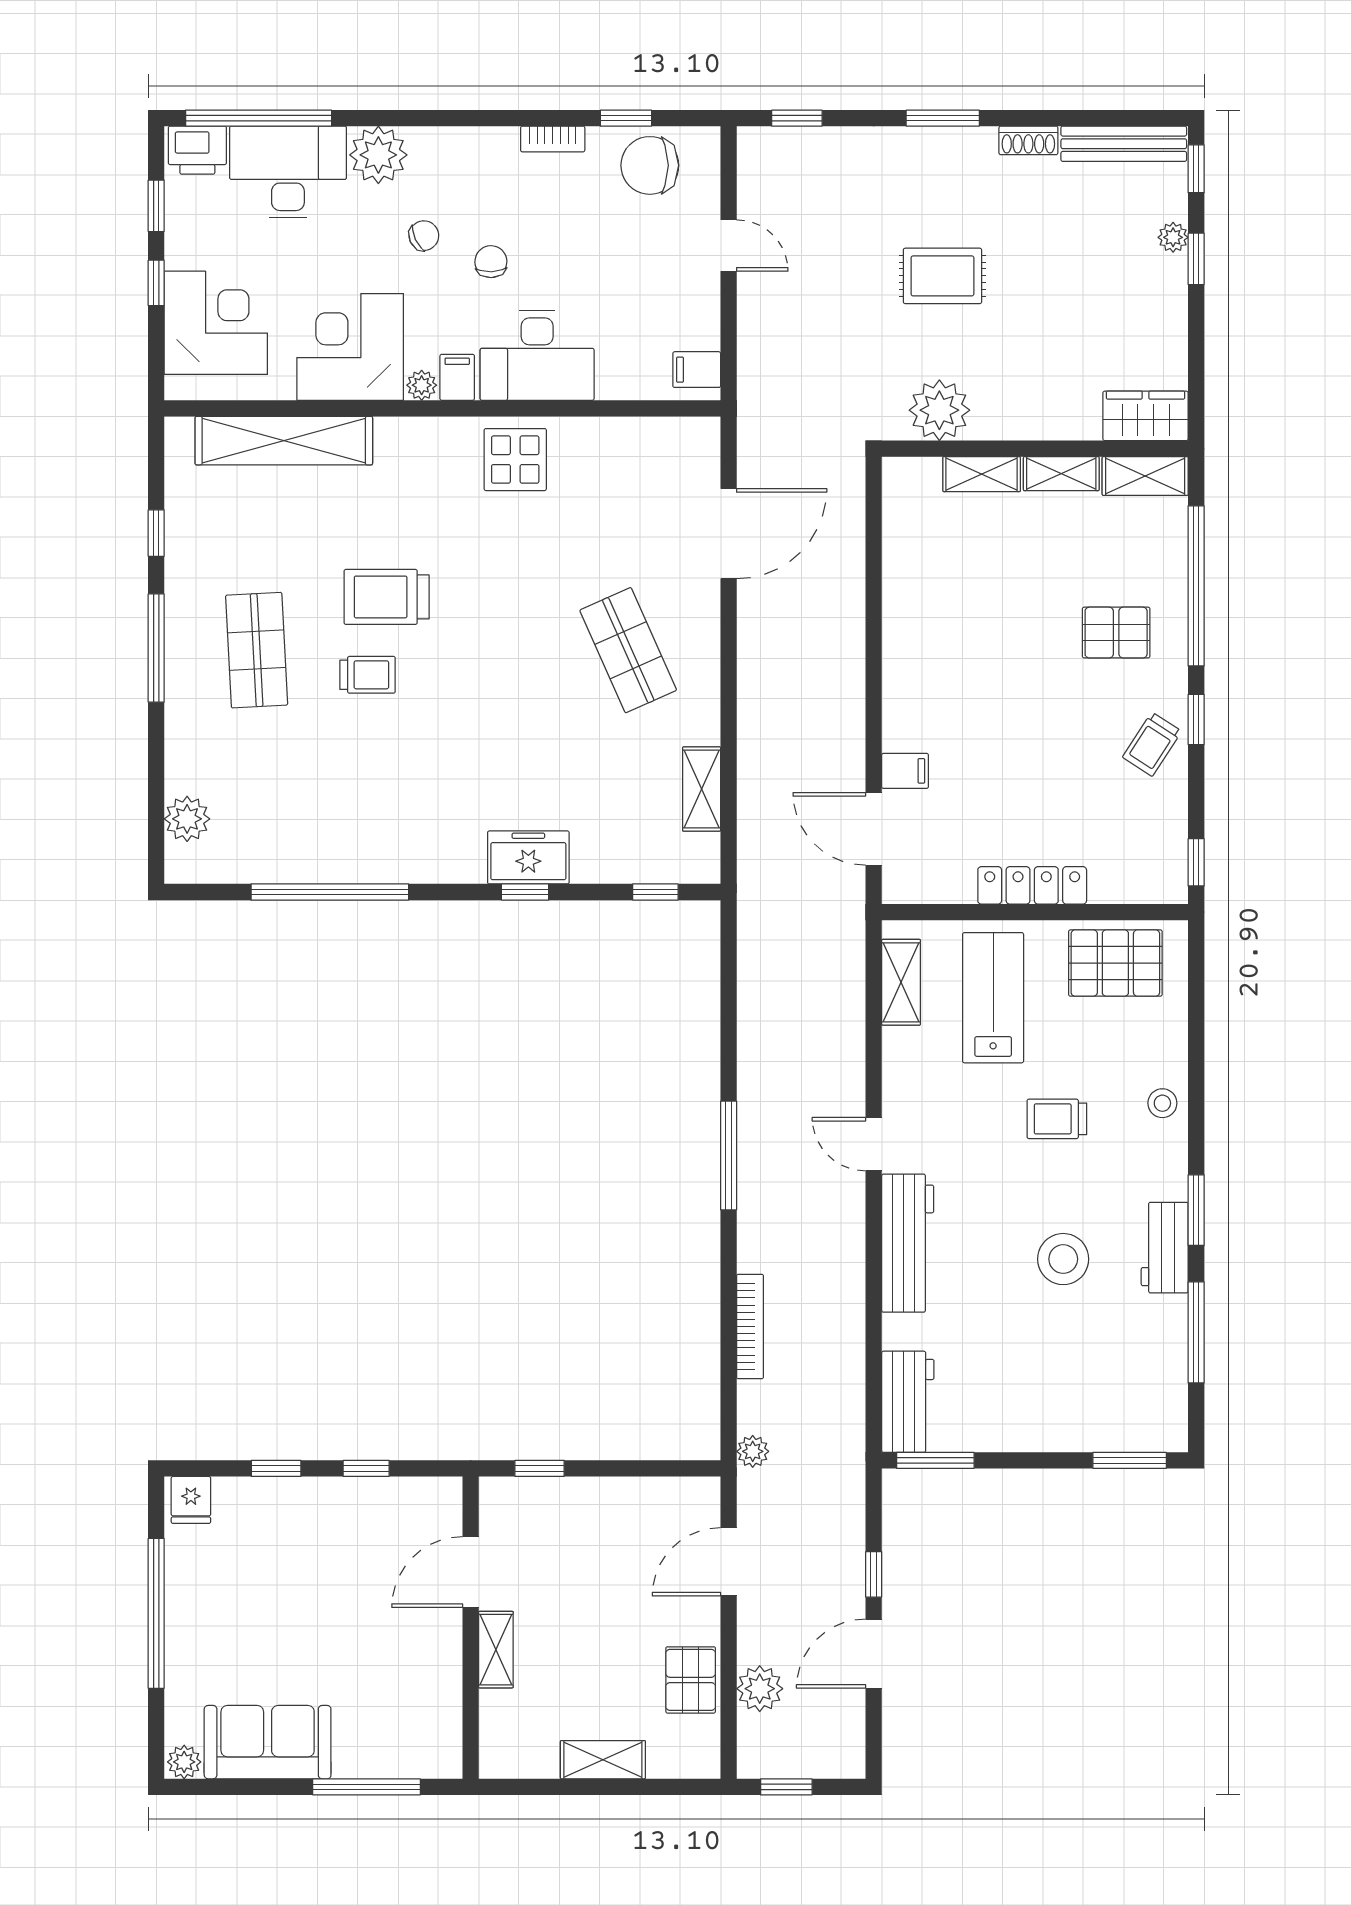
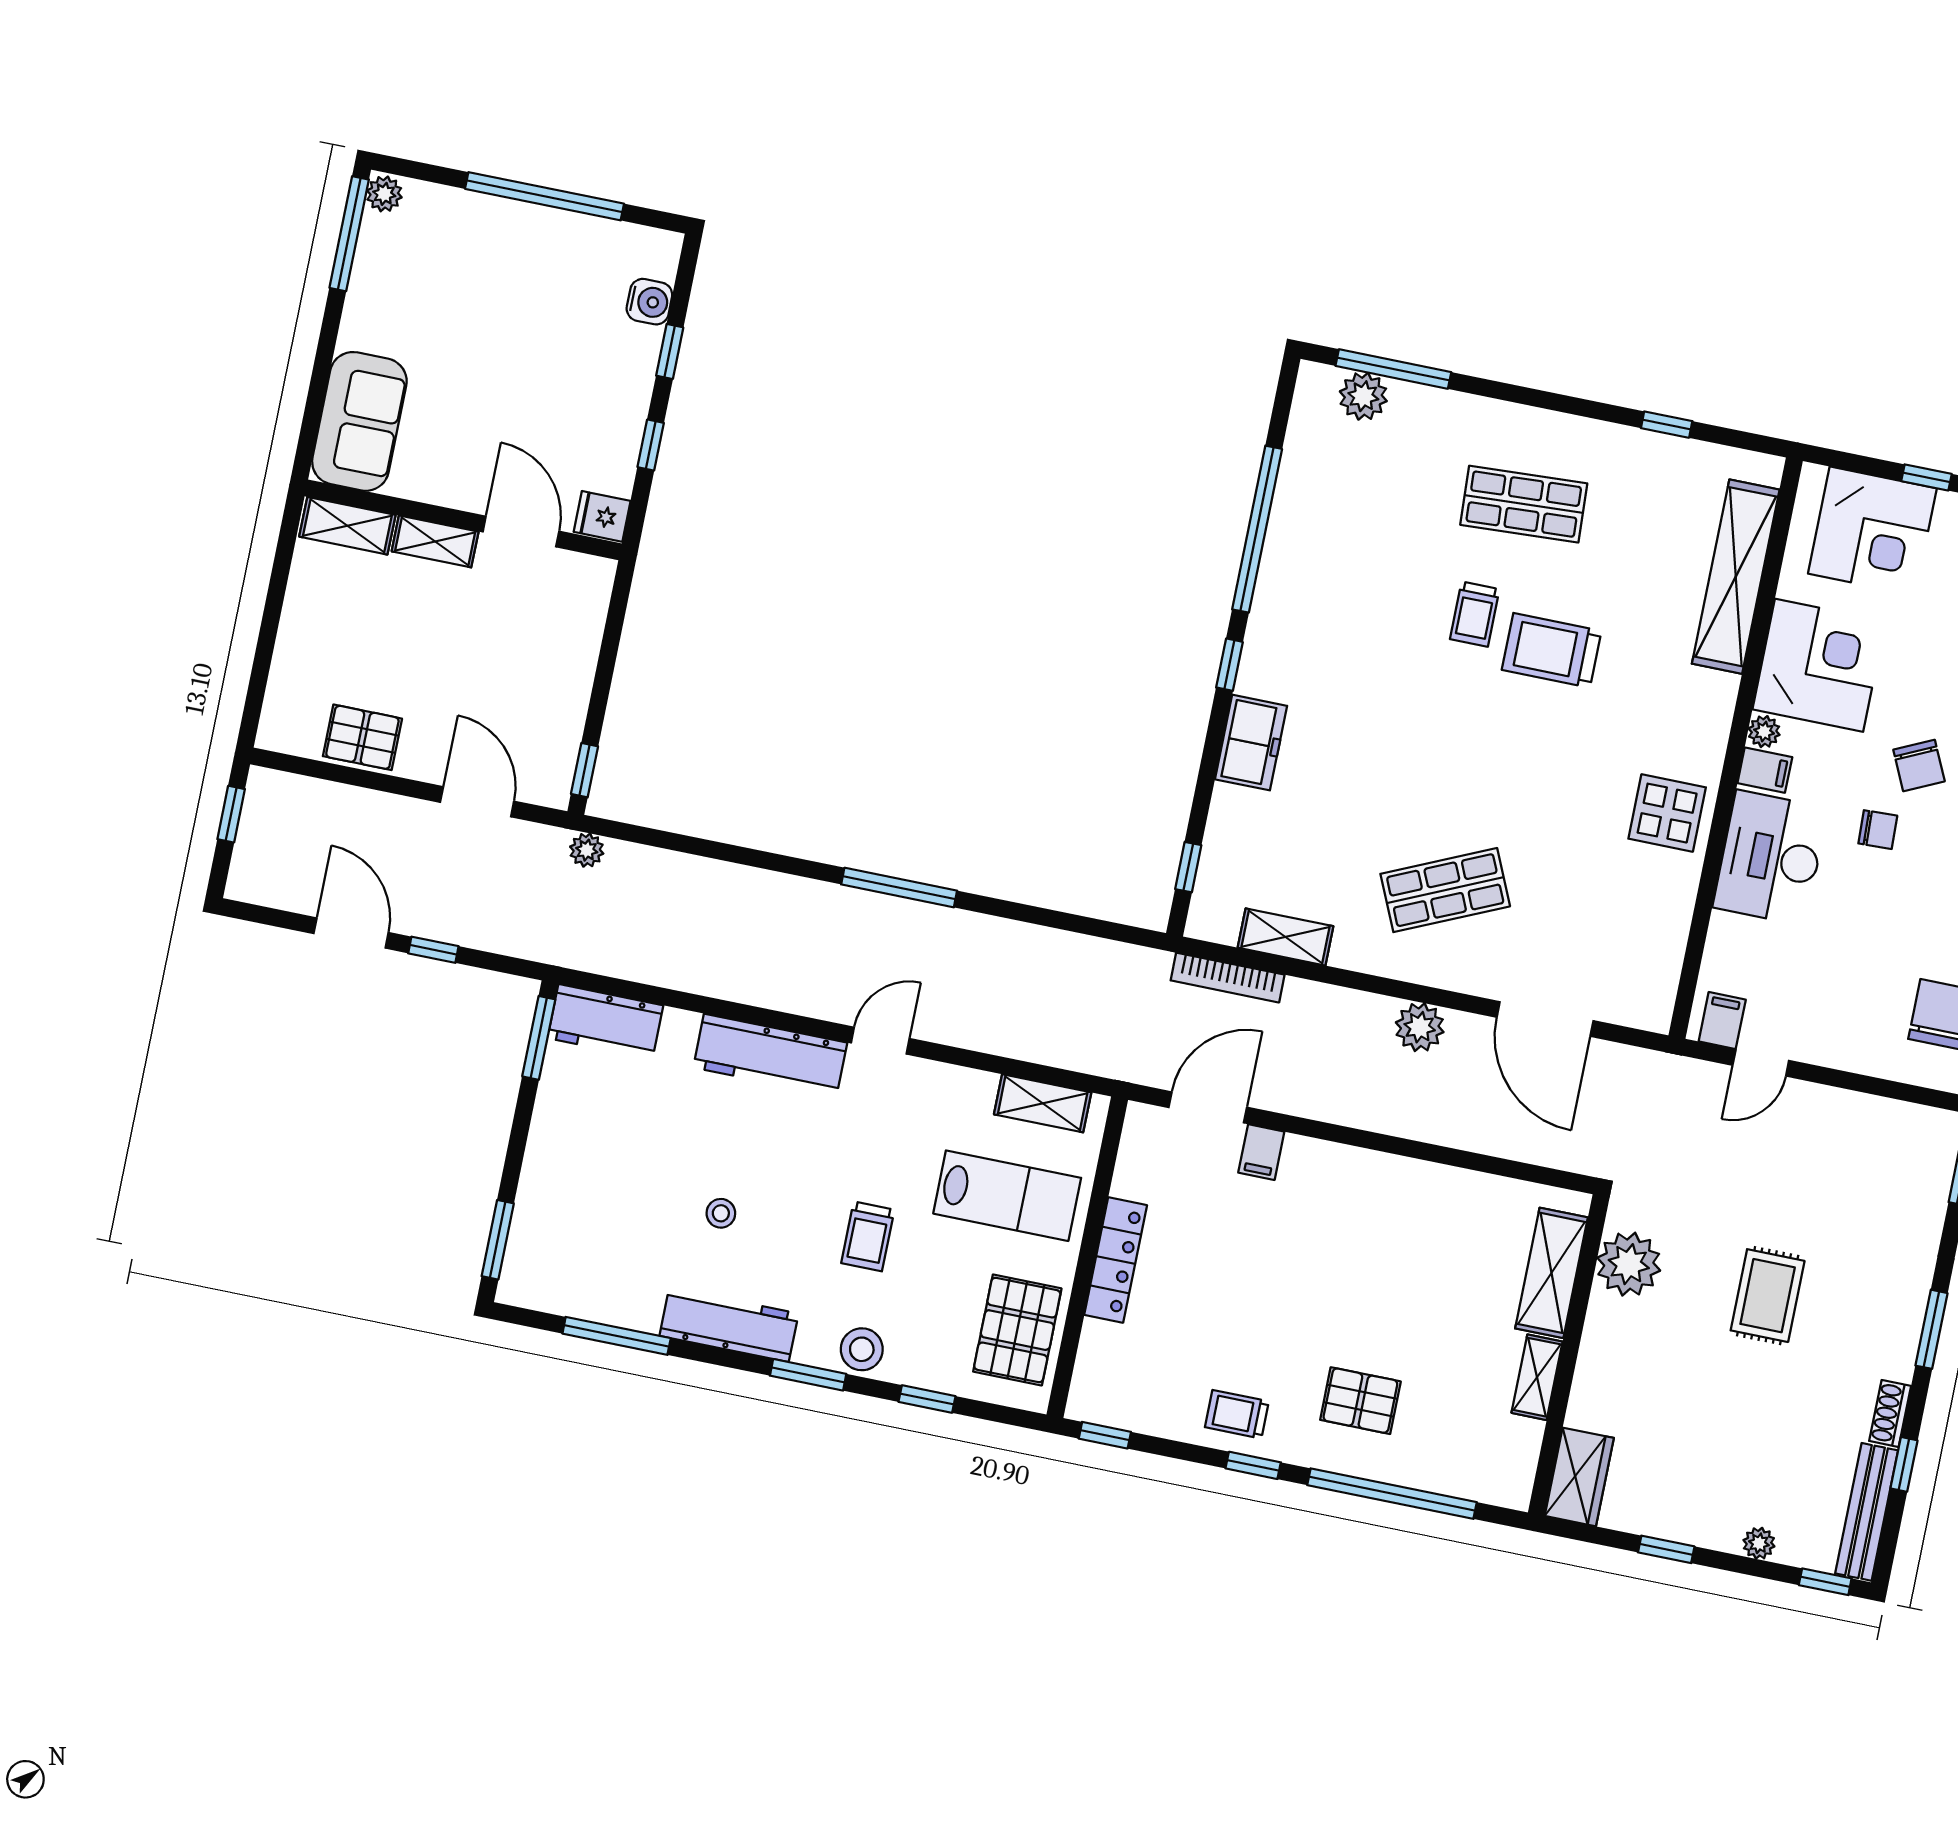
window: (1073, 118) -> (1904, 1464), added
chair: (424, 236) -> (1919, 765), width x1.37, depth x1.37
door: (729, 246) -> (1761, 1063), moved
window: (1196, 259) -> (1666, 1549), moved
shelving: (982, 474) -> (1551, 1273), width x1.50, depth x1.33
shelving: (1145, 476) -> (1517, 1464), removed
trolley: (387, 597) -> (1552, 650), turned -90
pallet: (1116, 633) -> (1360, 1401), turned 90
window: (156, 648) -> (1393, 369), moved
trolley: (1152, 744) -> (1237, 1414), turned -33
window: (525, 892) -> (1229, 665), moved
window: (1196, 1034) -> (927, 1399), added
stool: (1162, 1103) -> (862, 1349), width x1.37, depth x1.37
trolley: (1057, 1119) -> (868, 1236), turned 180
window: (1196, 1210) -> (808, 1375), moved
workbench: (1165, 1248) -> (729, 1325), width x1.38
stool: (1063, 1259) -> (721, 1213), width x0.53, depth x0.53
bookcase: (750, 1326) -> (1228, 978), moved
window: (540, 1468) -> (585, 770), moved
water cooler: (234, 1497) -> (649, 302), added
fridge: (191, 1500) -> (602, 516), moved
plant: (760, 1689) -> (1420, 1027), moved
sofa: (268, 1742) -> (359, 421), moved
shelving: (603, 1760) -> (347, 526), moved, turned 90
window: (367, 1787) -> (349, 234), moved

